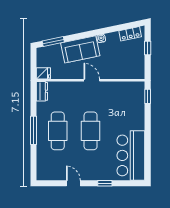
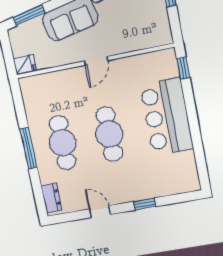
door: (92, 80) -> (96, 61), swing flipped
dresser: (42, 91) -> (51, 198), moved
bar counter: (131, 155) -> (167, 117), moved

